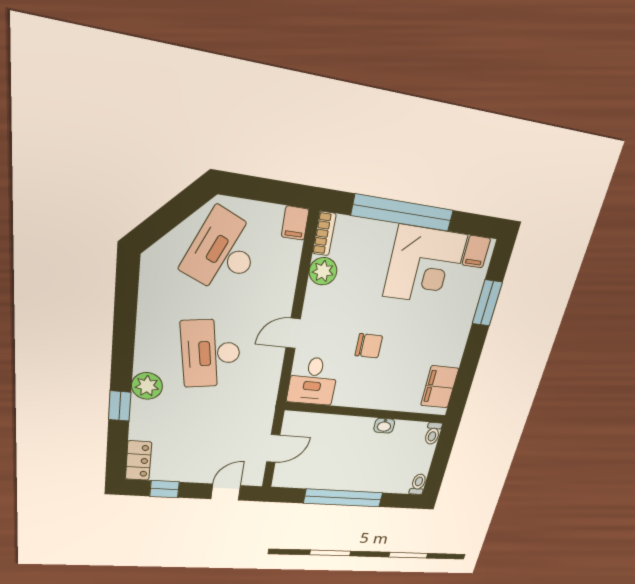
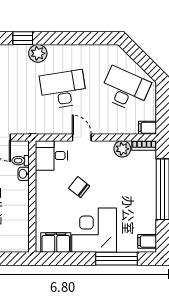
corner desk: (425, 266) -> (94, 230), moved, turned 90
window: (487, 303) -> (116, 259), width x1.44
chair: (369, 346) -> (79, 187), turned 128
washbasin: (384, 426) -> (24, 174), moved
toilet: (433, 433) -> (21, 161), moved

